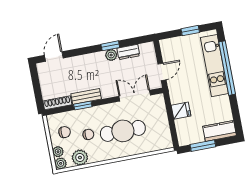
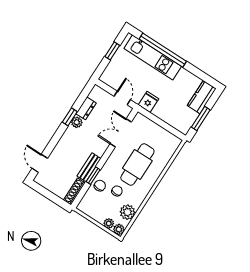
fridge: (181, 111) -> (148, 102), moved
chair: (65, 132) -> (100, 186), moved

